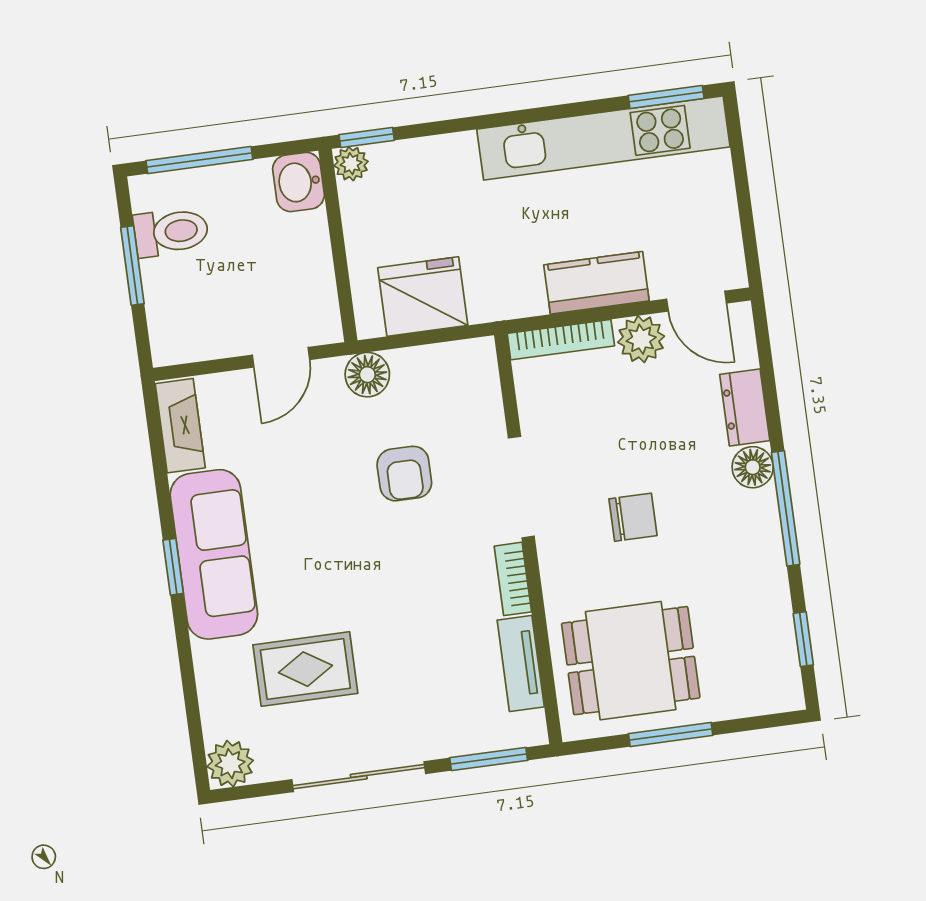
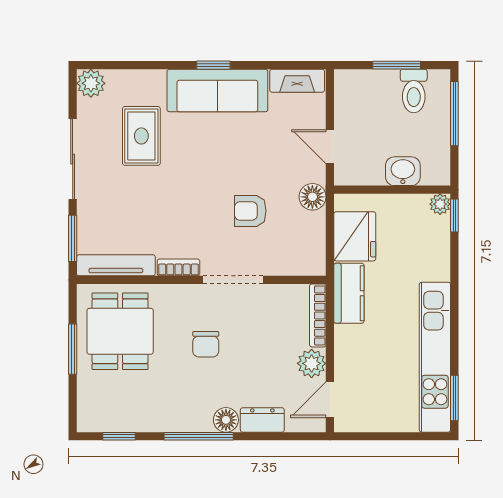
washbasin: (298, 182) -> (403, 171), moved
kitchen counter: (596, 283) -> (349, 293), moved
tv unit: (521, 663) -> (116, 265), width x1.41

